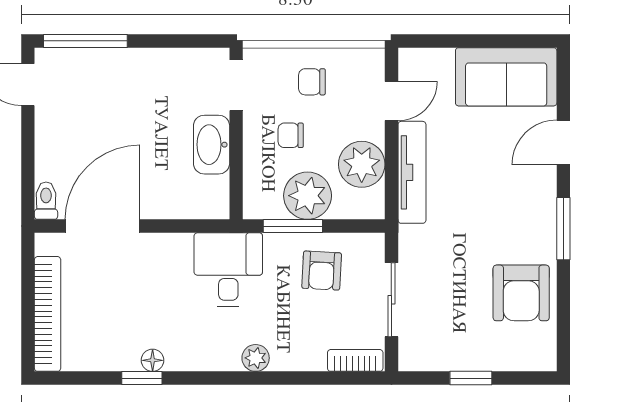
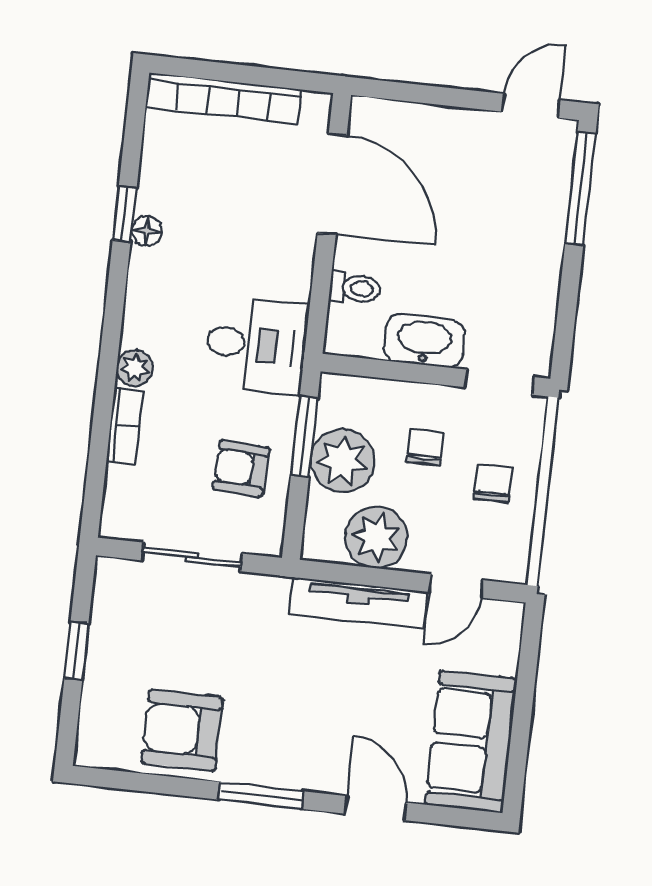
door: (391, 101) -> (456, 586), hinge flipped
toilet: (46, 201) -> (355, 288), moved
bookcase: (355, 360) -> (125, 426), moved

